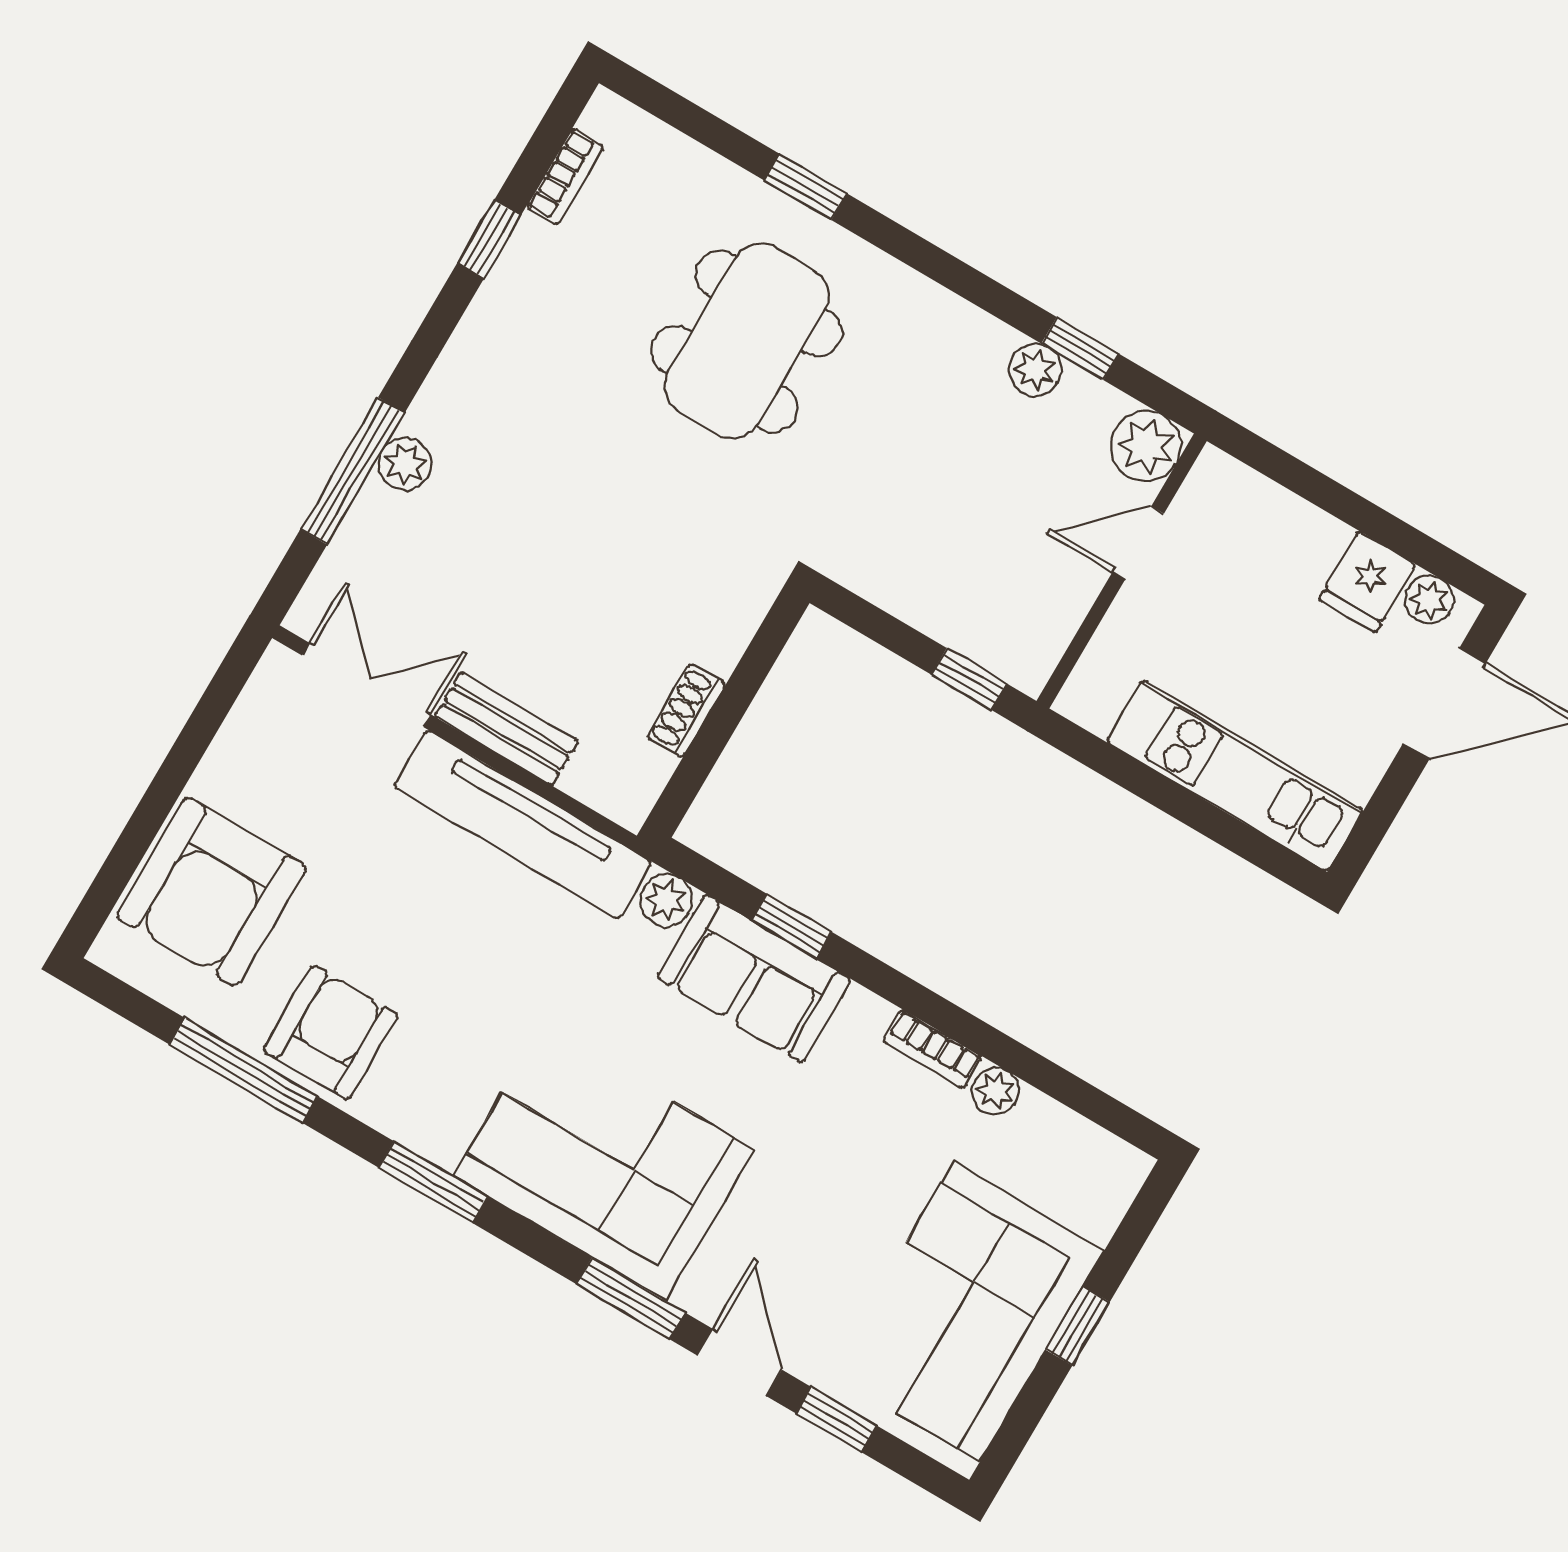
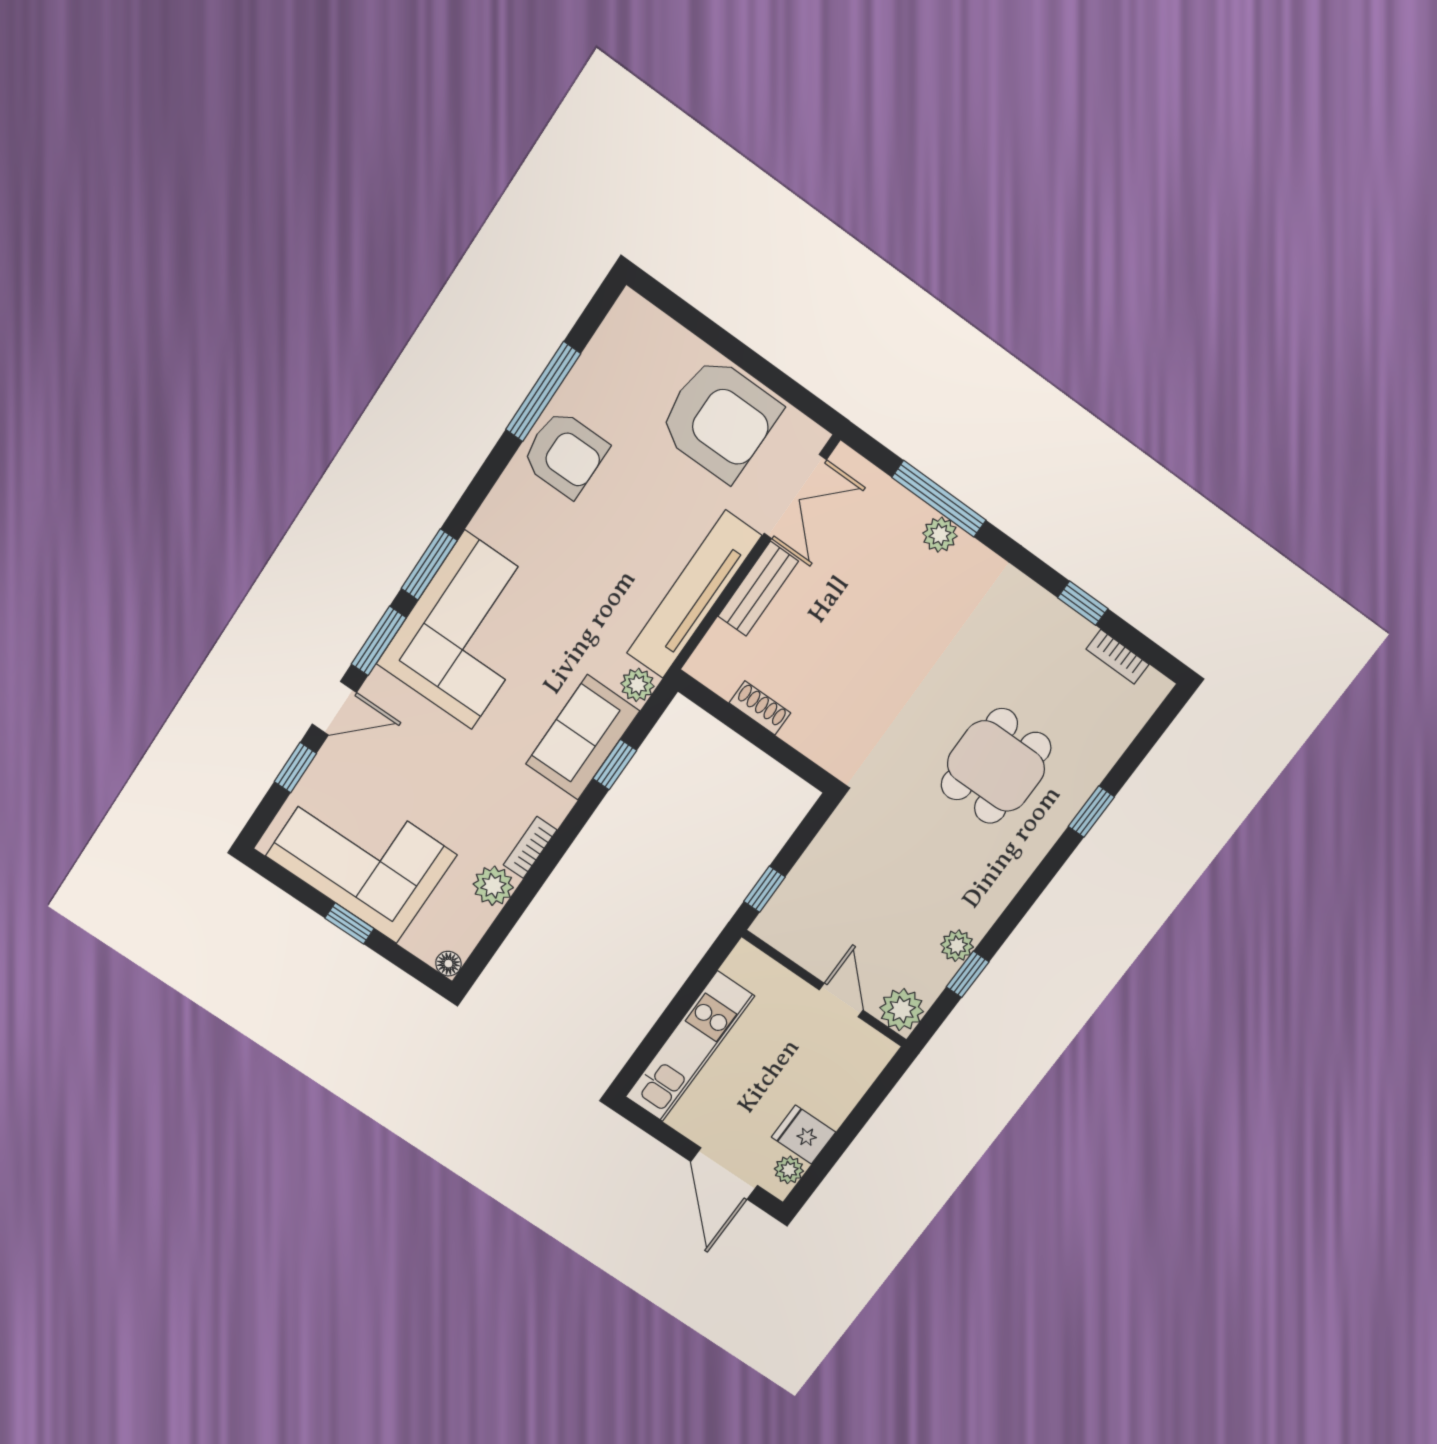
dining table: (747, 341) -> (996, 766), width x0.73
armchair: (211, 892) -> (719, 419), moved, turned 180
plant: (995, 1091) -> (493, 886), width x1.38, depth x1.38
floor lamp: (1130, 1167) -> (448, 964), added
window: (433, 1182) -> (429, 565), moved

